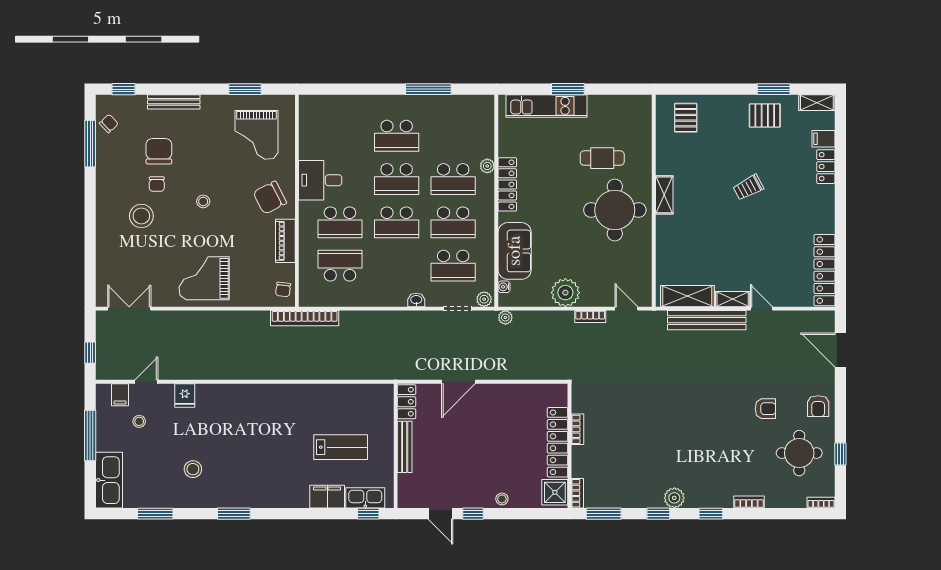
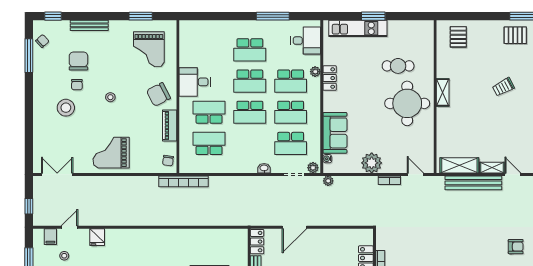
desk: (474, 123) -> (306, 41), added
locker: (507, 184) -> (330, 78), width x0.66
school desk: (340, 222) -> (209, 112), turned 180

